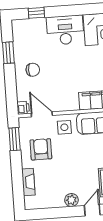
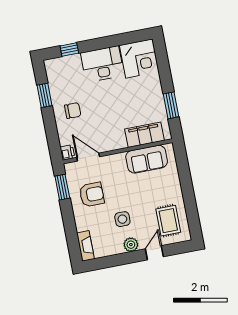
side table: (64, 127) -> (122, 219), moved
armchair: (41, 149) -> (92, 194), turned 90
fireplace: (28, 182) -> (85, 246), moved

